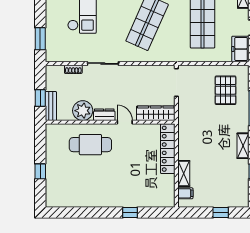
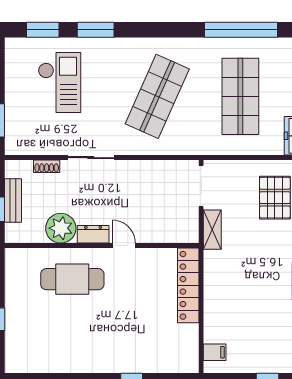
bench: (51, 106) -> (13, 200), moved
wardrobe: (156, 113) -> (170, 232), removed
shelving: (184, 174) -> (212, 230), moved

